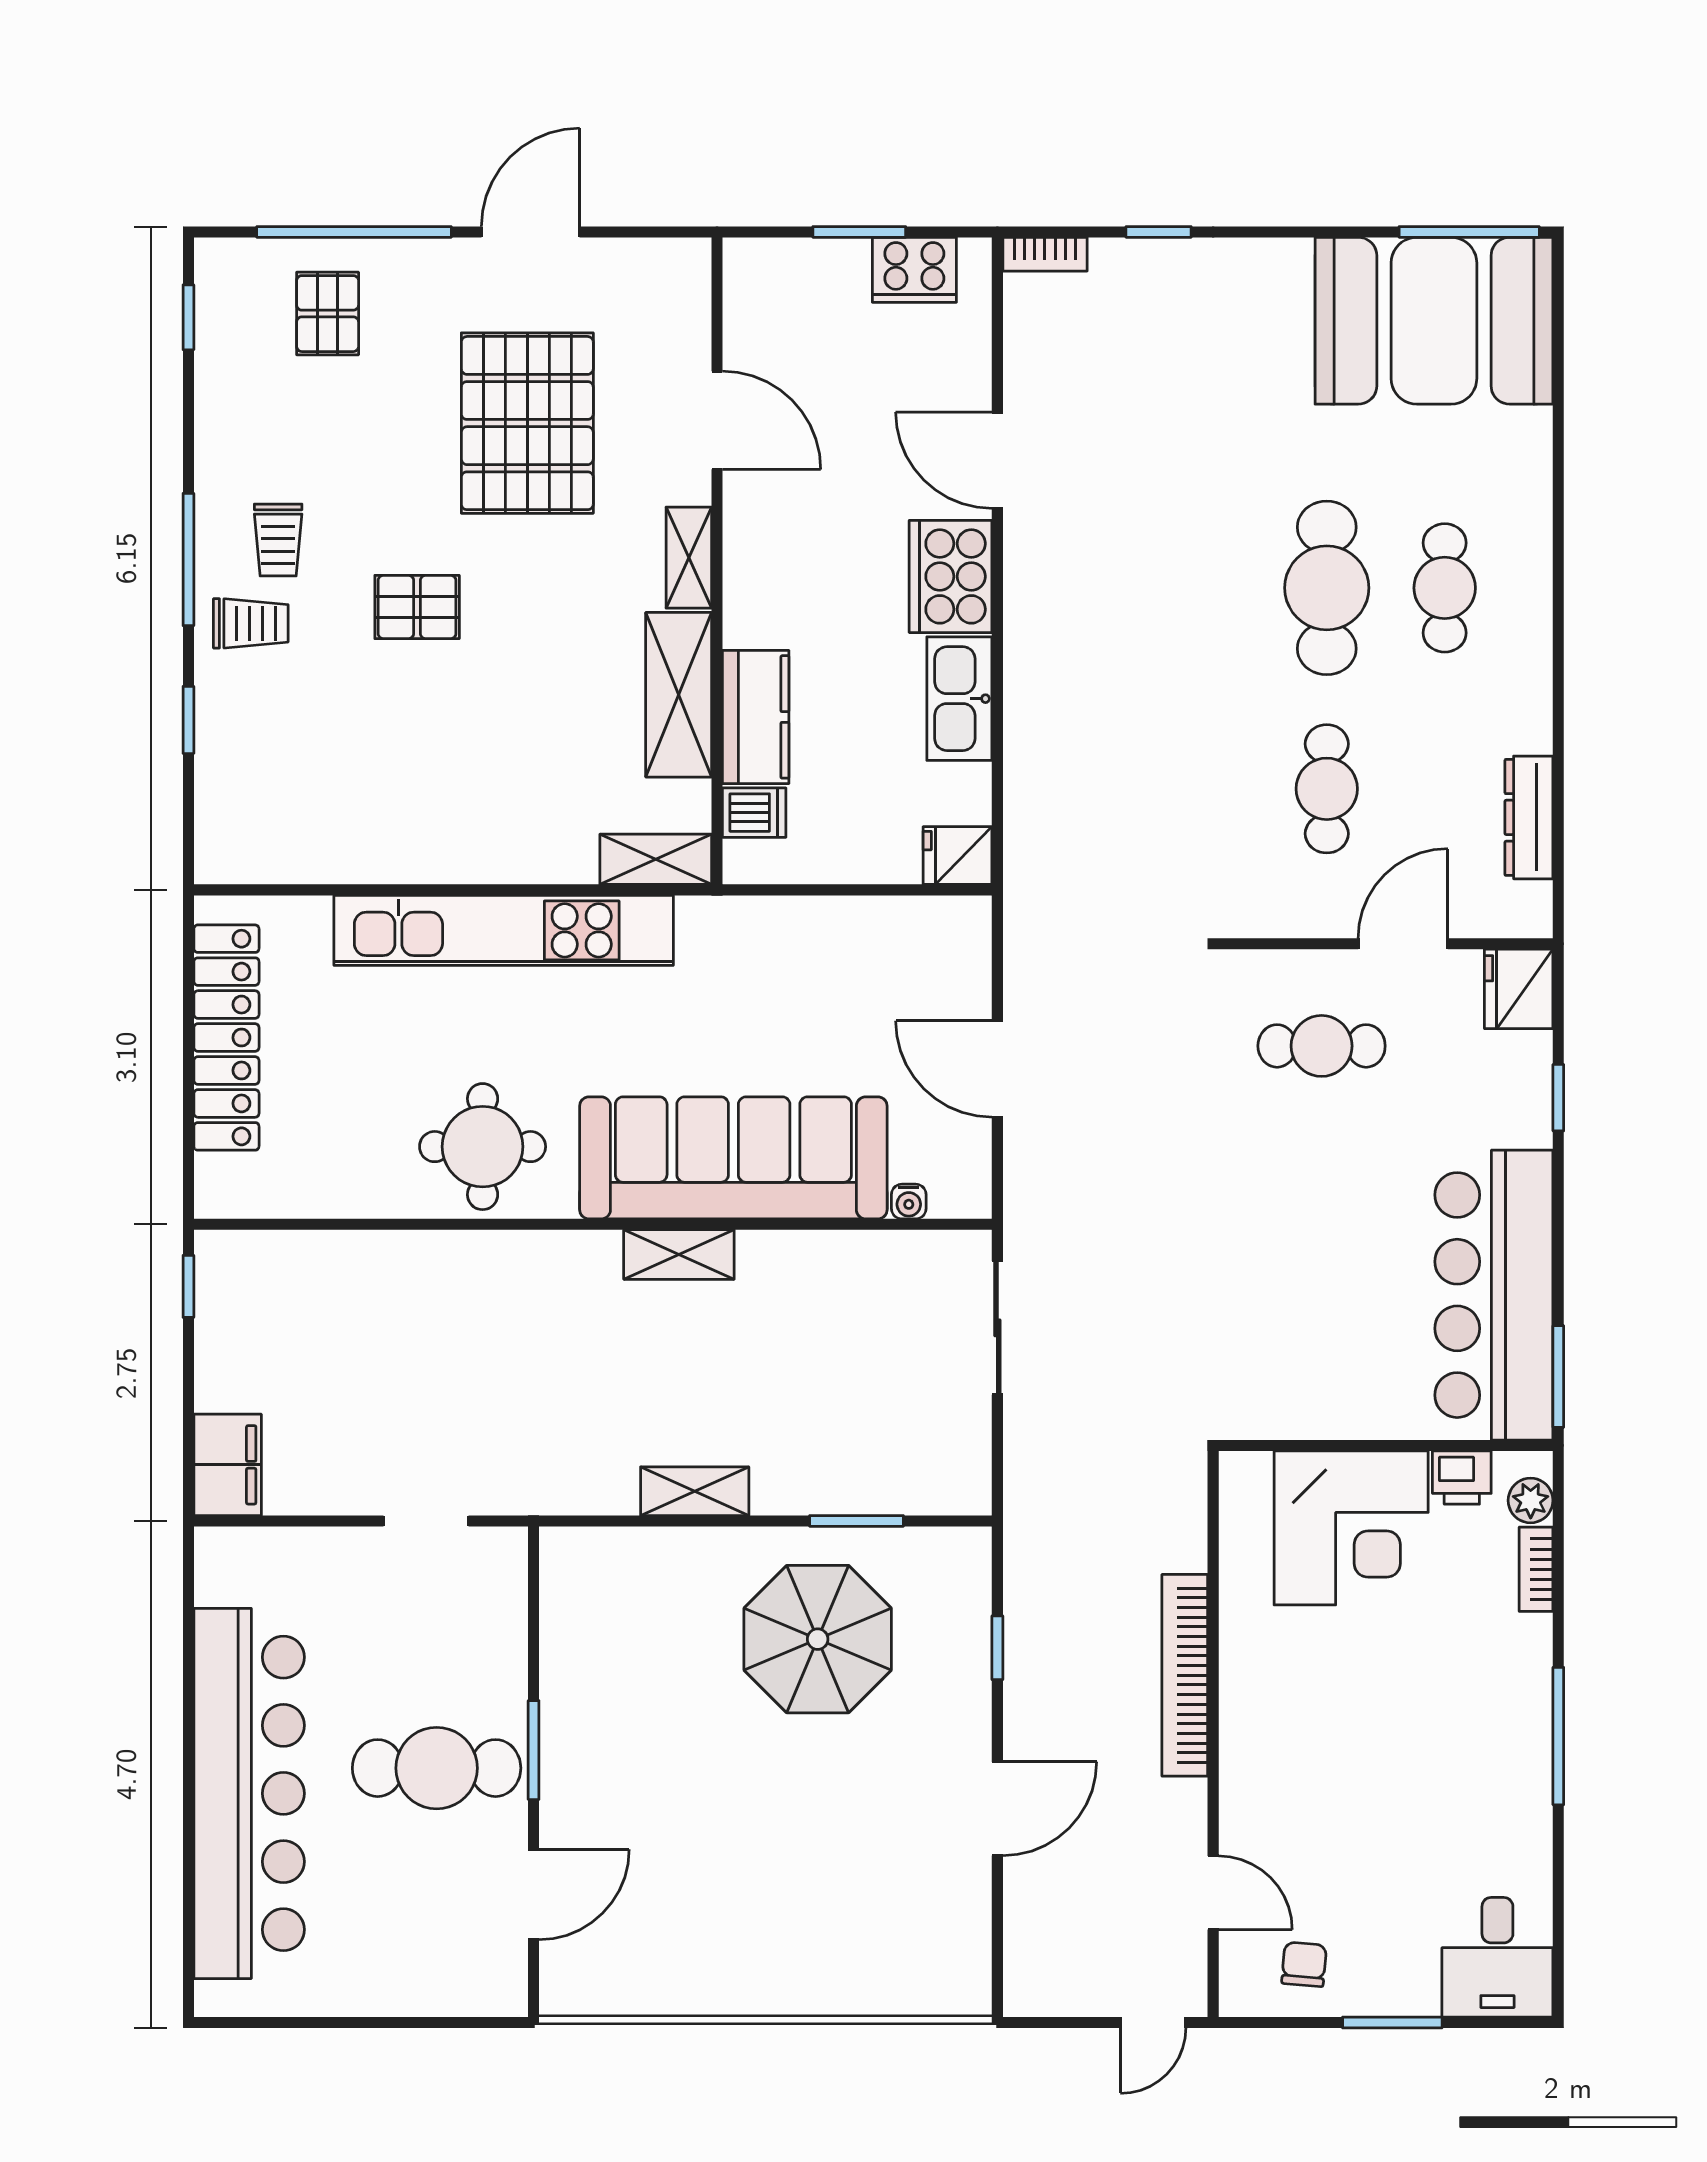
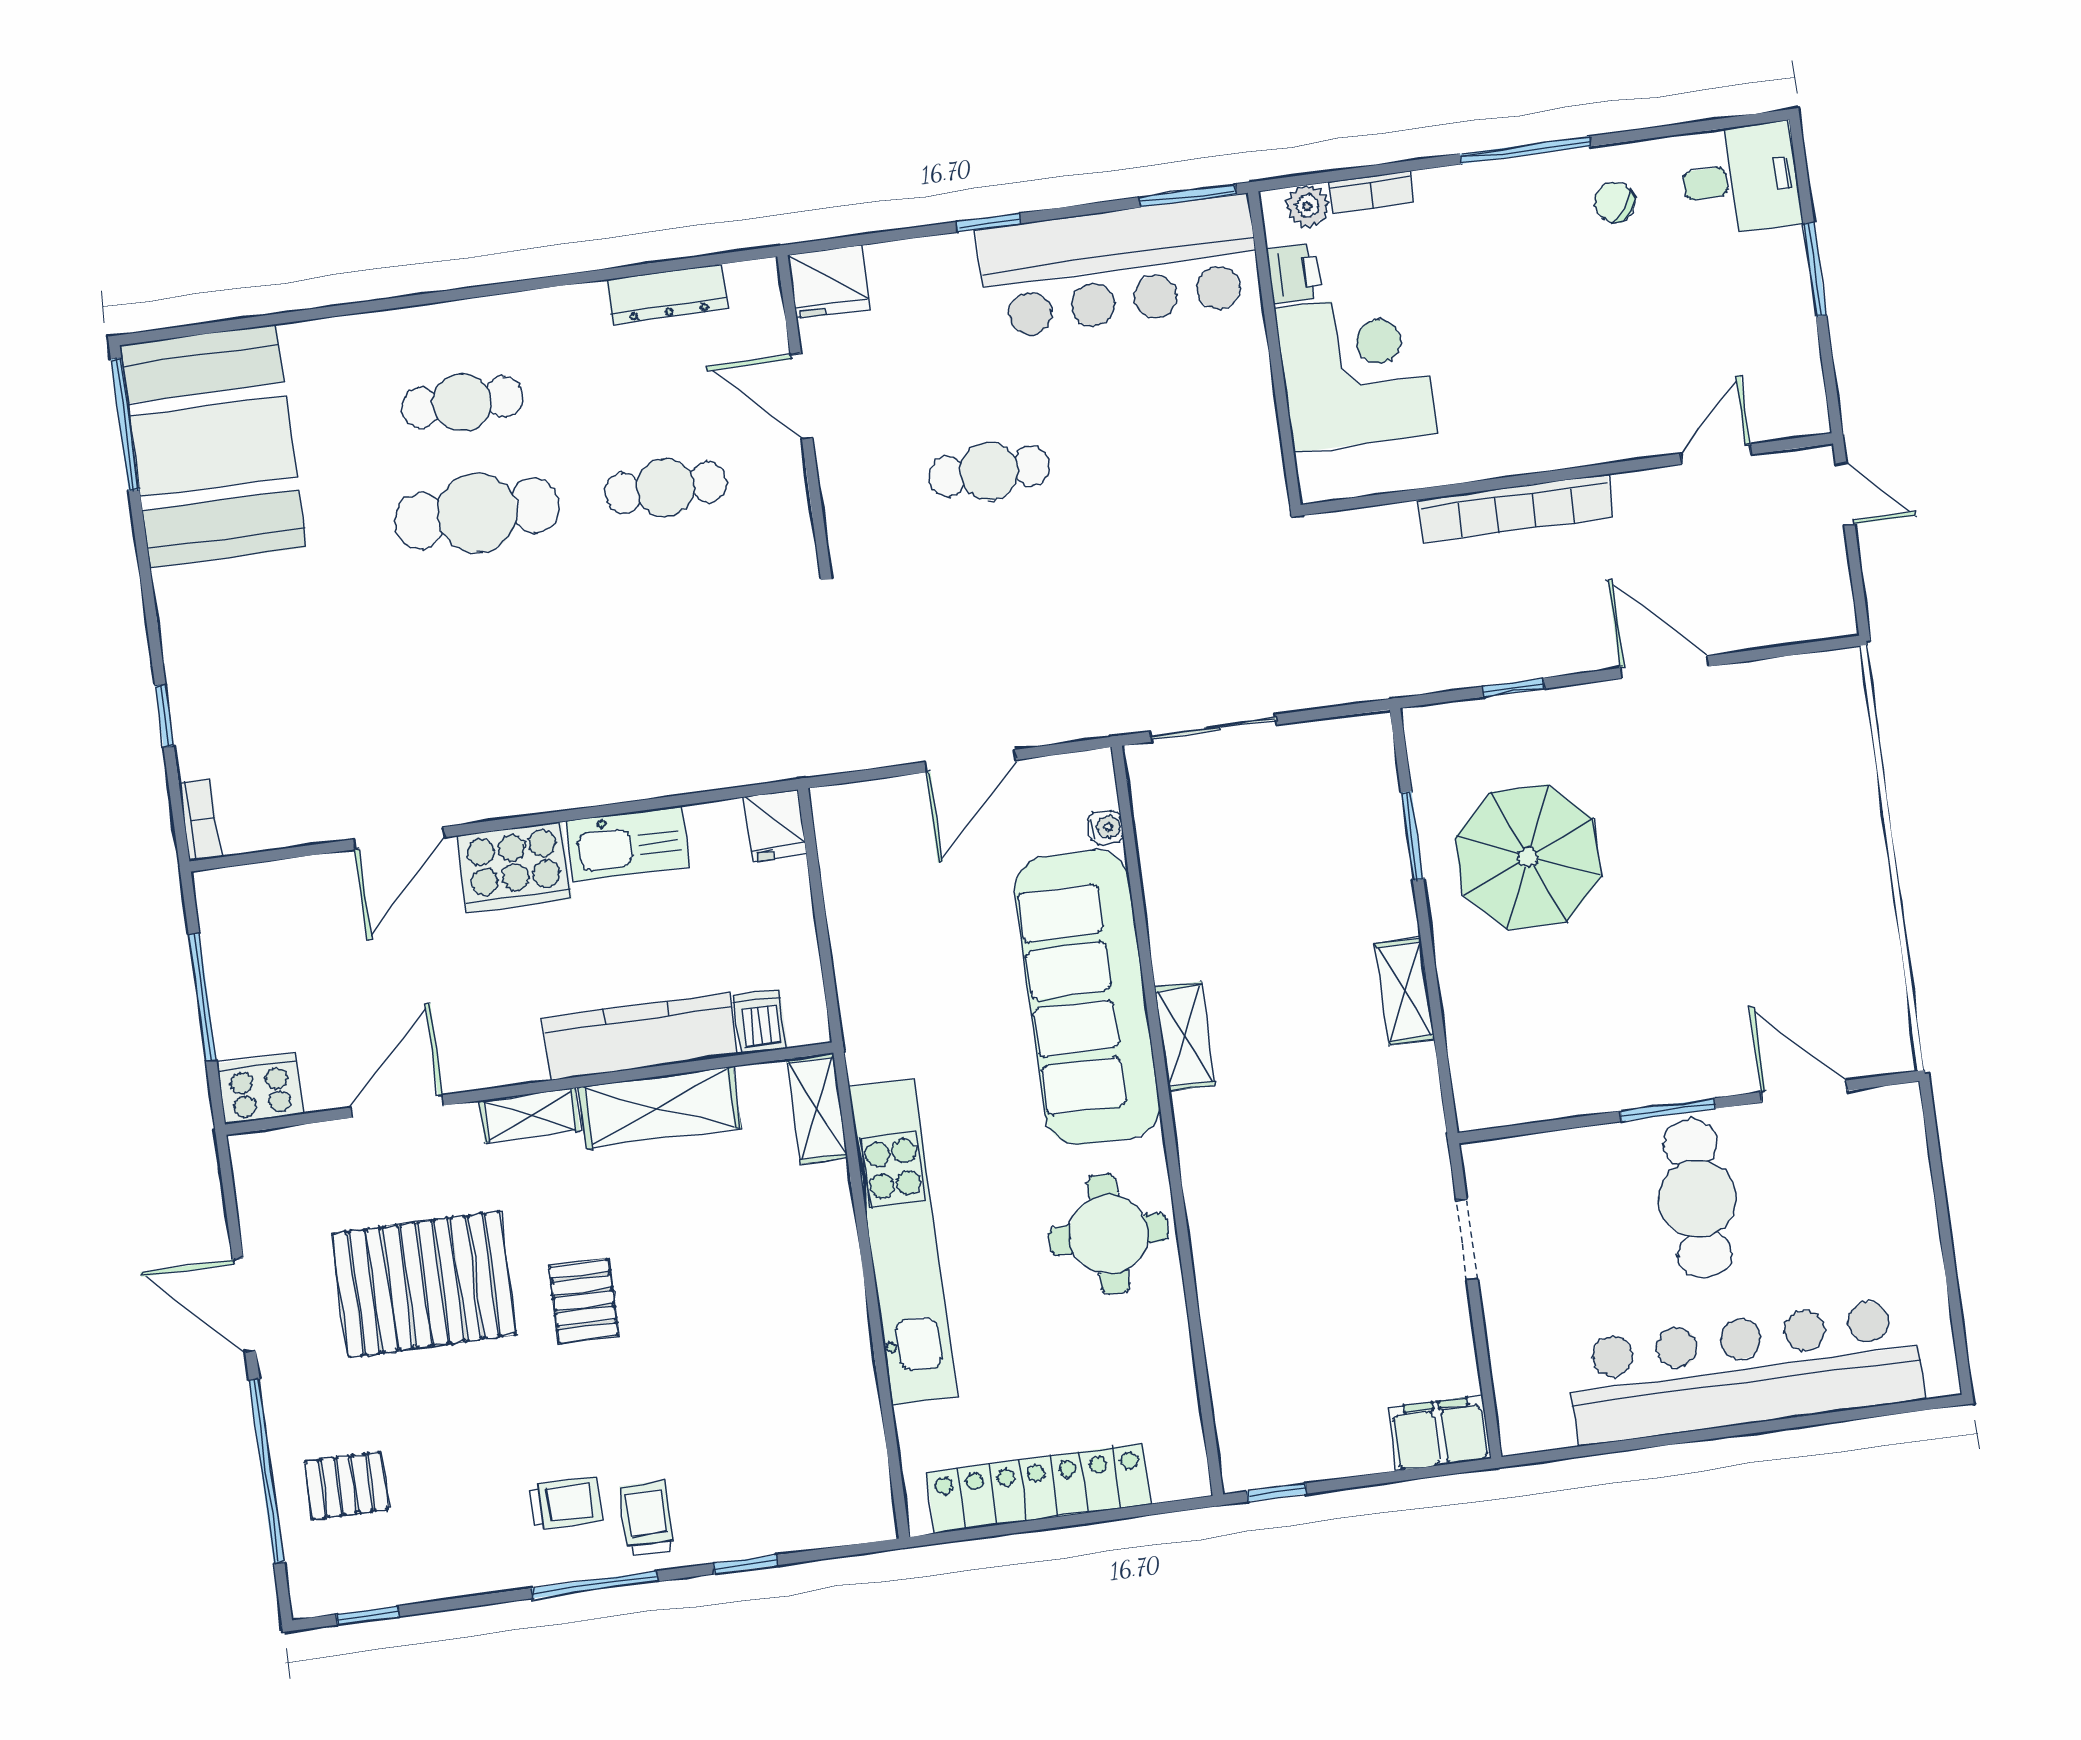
window: (859, 232) -> (202, 997), width x1.44
cooker: (914, 270) -> (260, 1089), moved, turned -90
pallet: (417, 607) -> (584, 1301), moved
kitchen counter: (756, 717) -> (639, 1037), width x1.50
cafe table: (1322, 1046) -> (989, 471), moved, turned 90
window: (1558, 1098) -> (989, 223), moved
chair: (1304, 1964) -> (1614, 202), moved, turned 32

